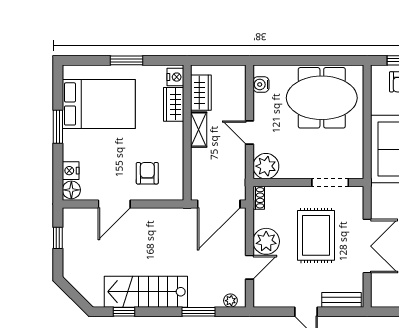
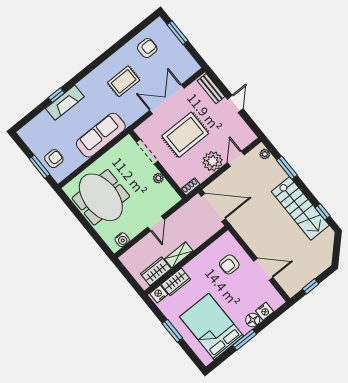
plant: (266, 166) -> (158, 178), moved, width x0.53, depth x0.53
floor lamp: (71, 190) -> (253, 320), moved
door: (249, 267) -> (236, 159), hinge flipped

